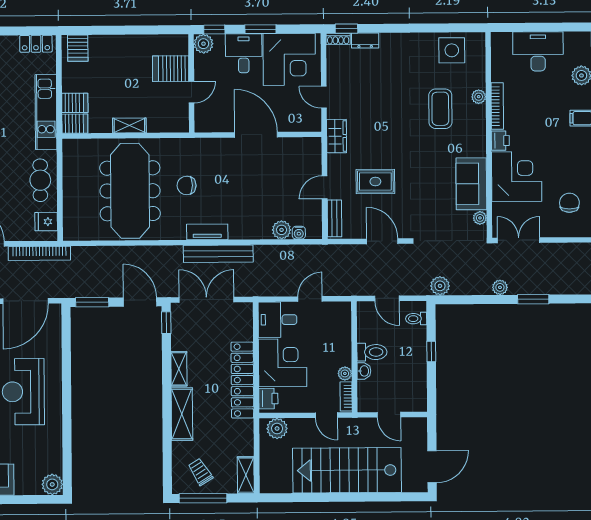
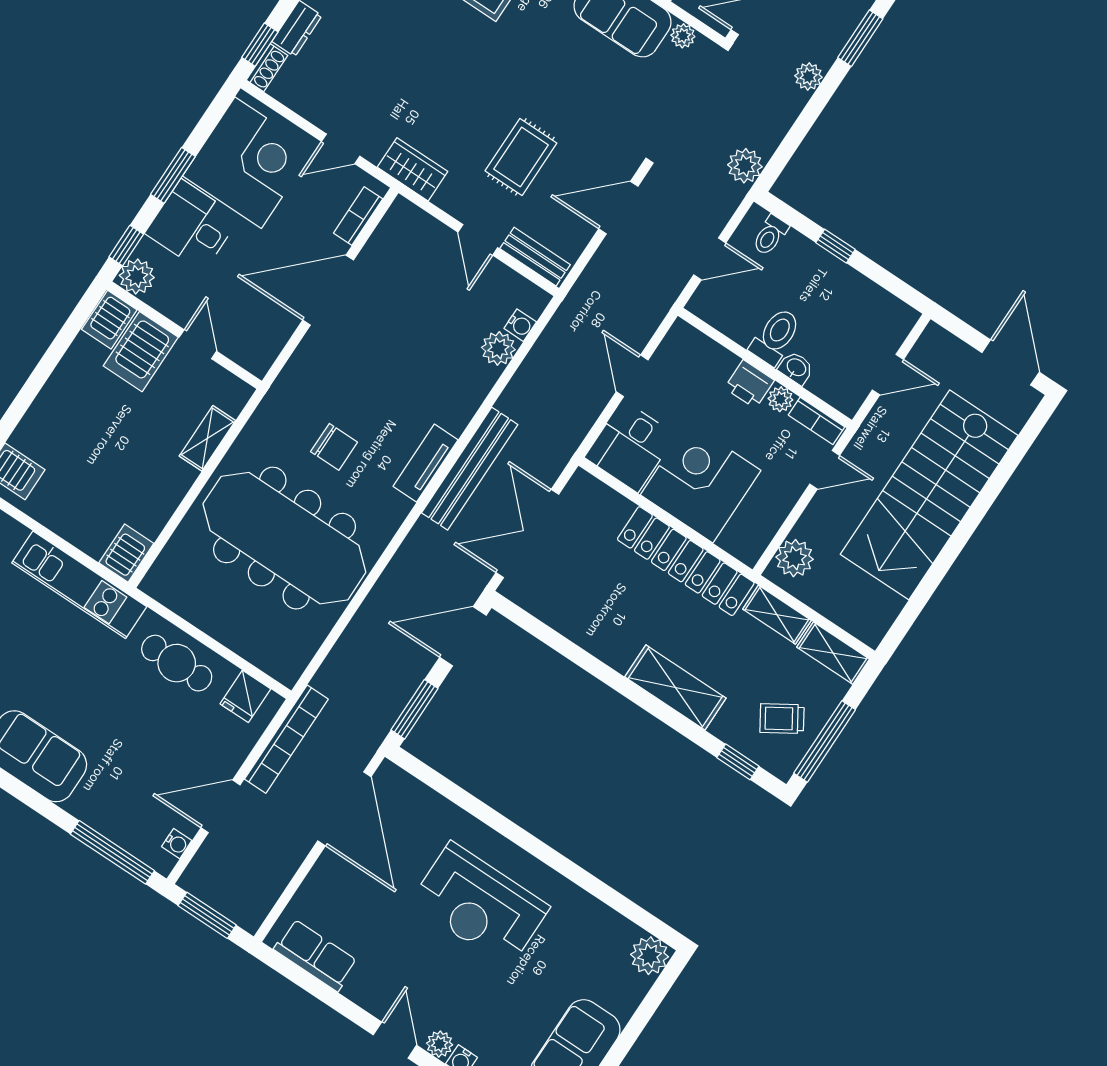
server rack: (75, 103) -> (109, 320), moved, turned 180
shelving: (129, 125) -> (207, 438), moved
bookcase: (299, 126) -> (358, 216), added
chair: (187, 185) -> (334, 447), turned -90
window: (166, 323) -> (738, 762), moved
shelving: (179, 369) -> (777, 615), moved
printer: (268, 399) -> (749, 384), moved, turned 180

